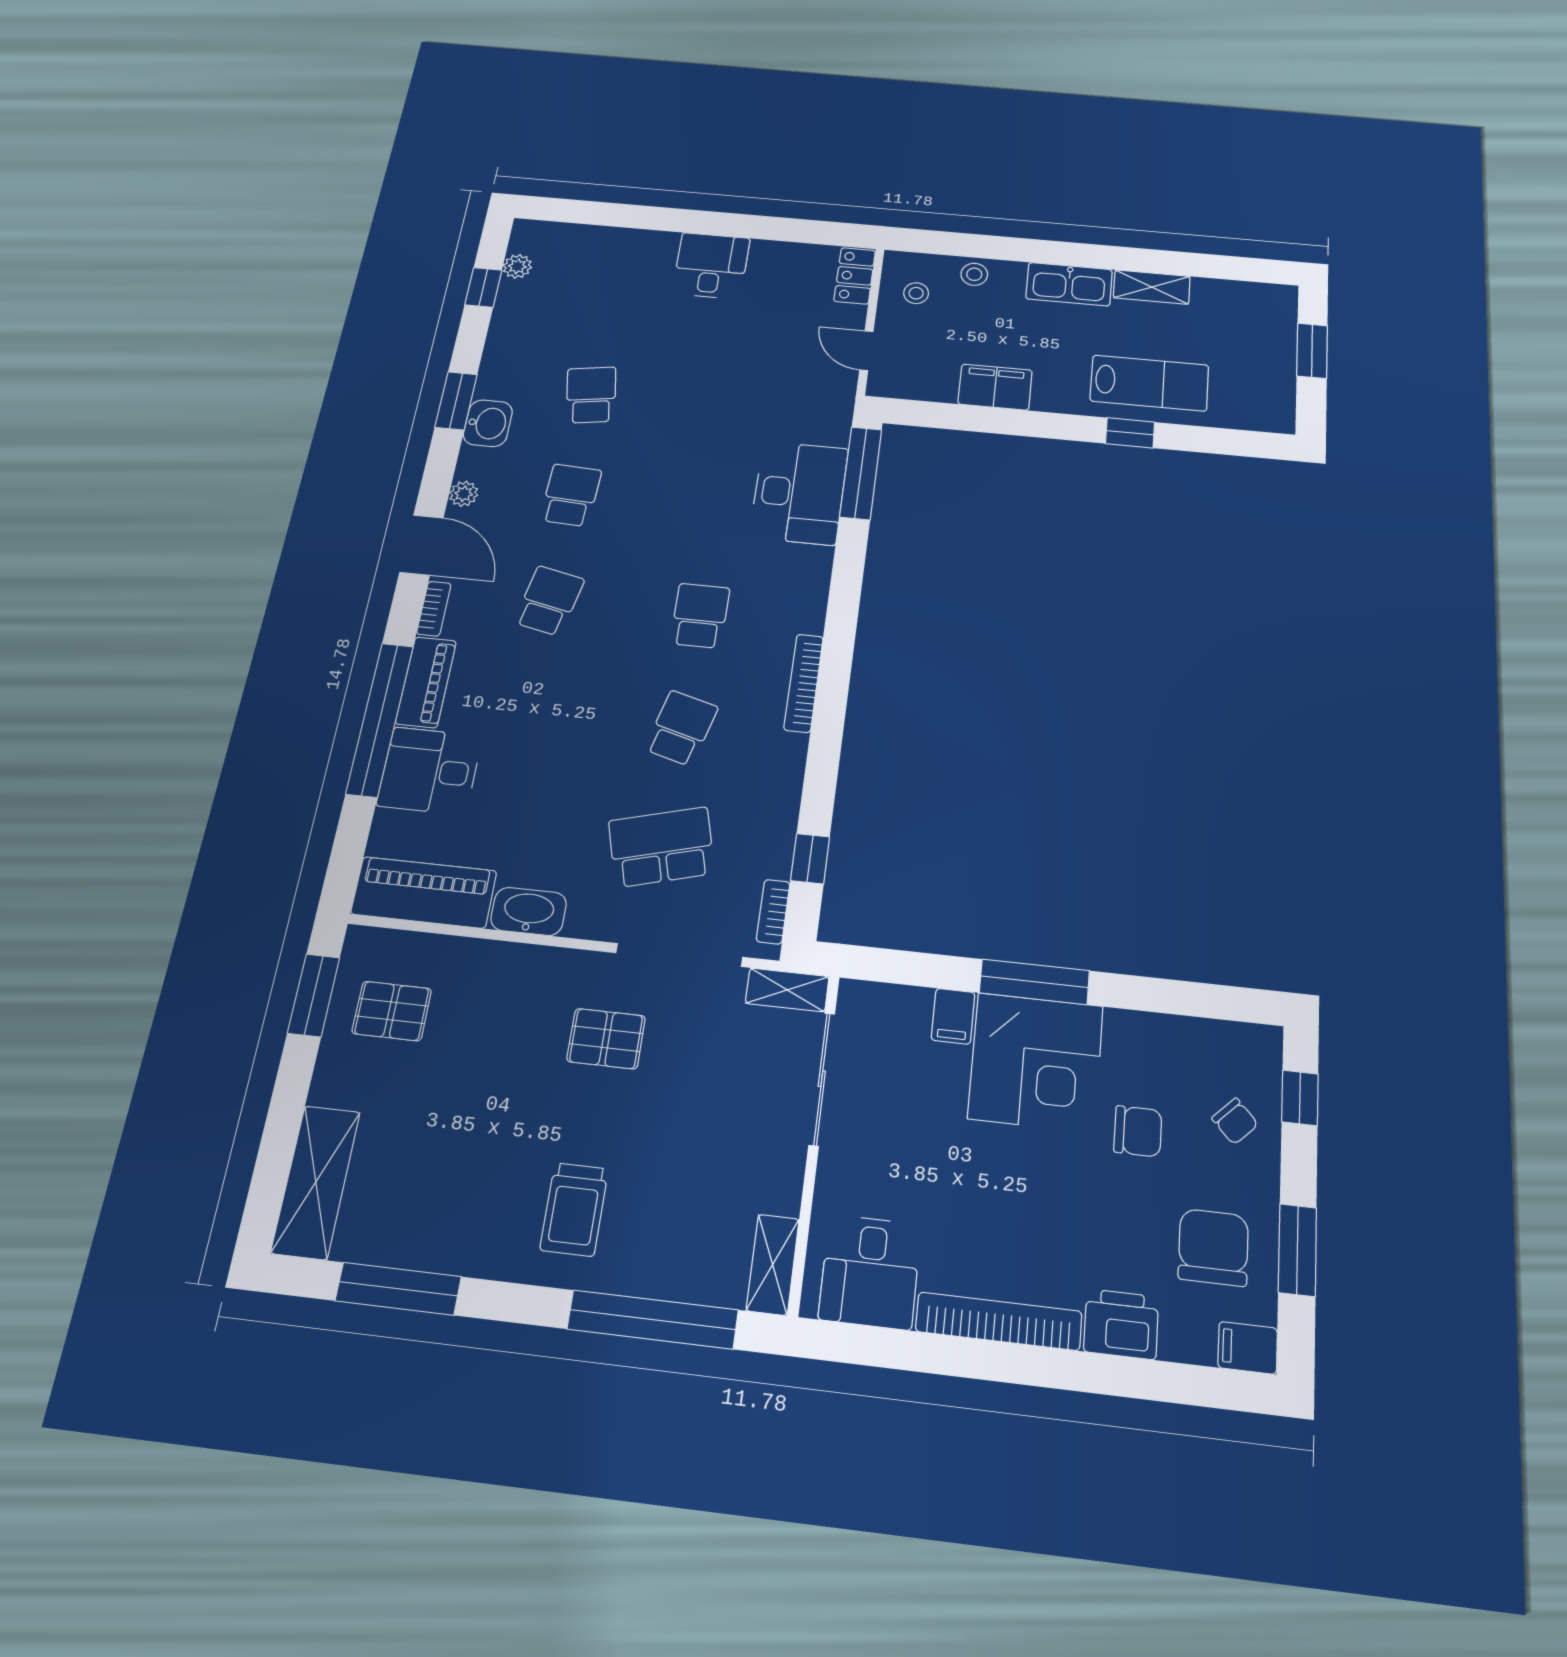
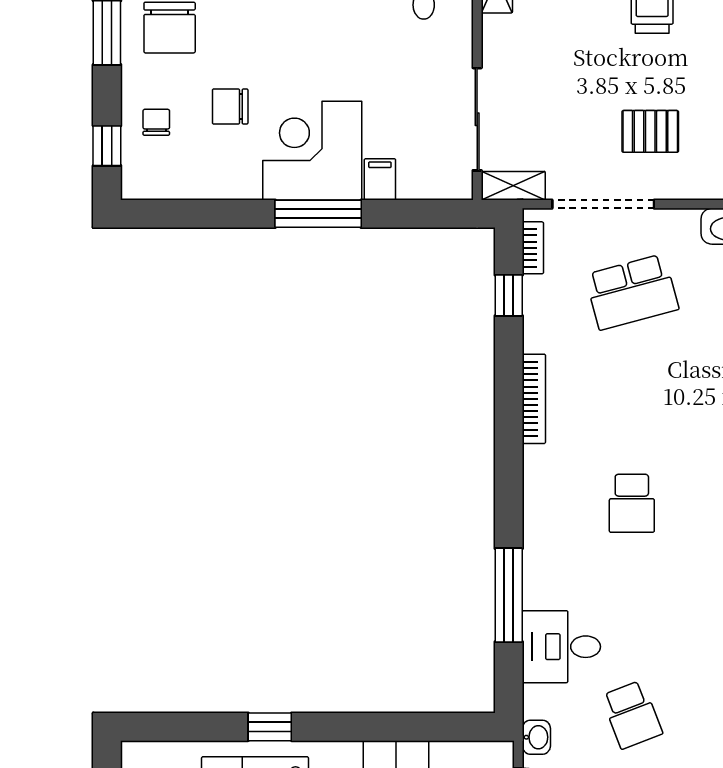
washbasin: (841, 397) -> (536, 737), added
window: (861, 473) -> (509, 595), moved
desk: (799, 493) -> (561, 647), width x0.73
bookcase: (804, 683) -> (534, 399), moved
school desk: (681, 728) -> (632, 715), moved, turned -36
chair: (1235, 1121) -> (156, 122), turned 44

